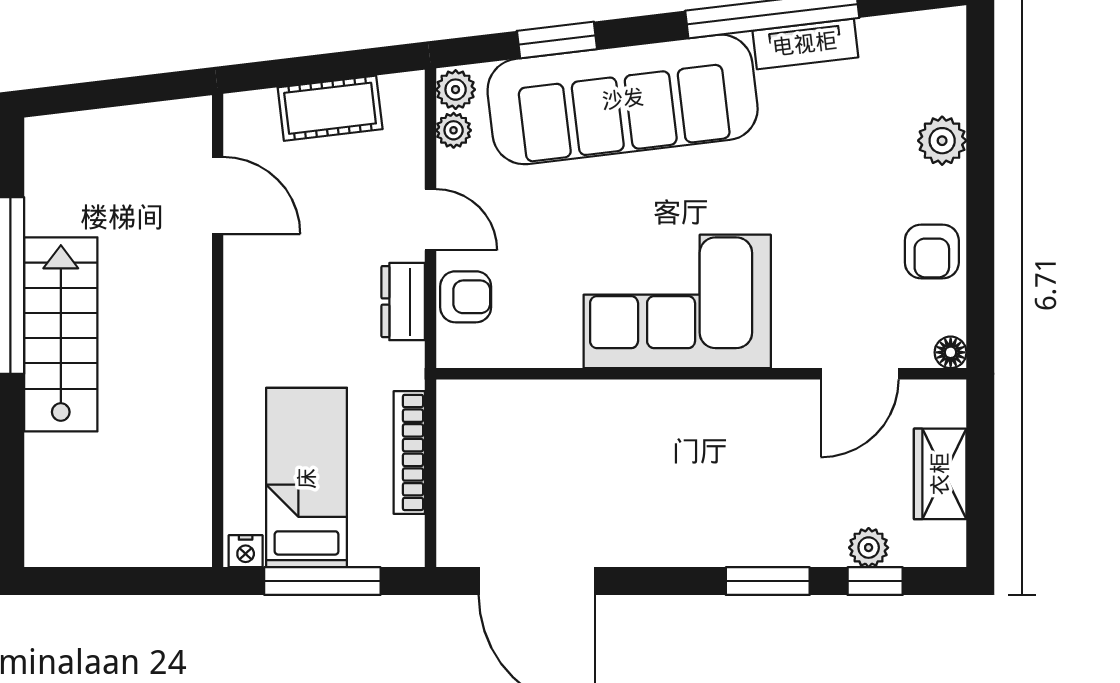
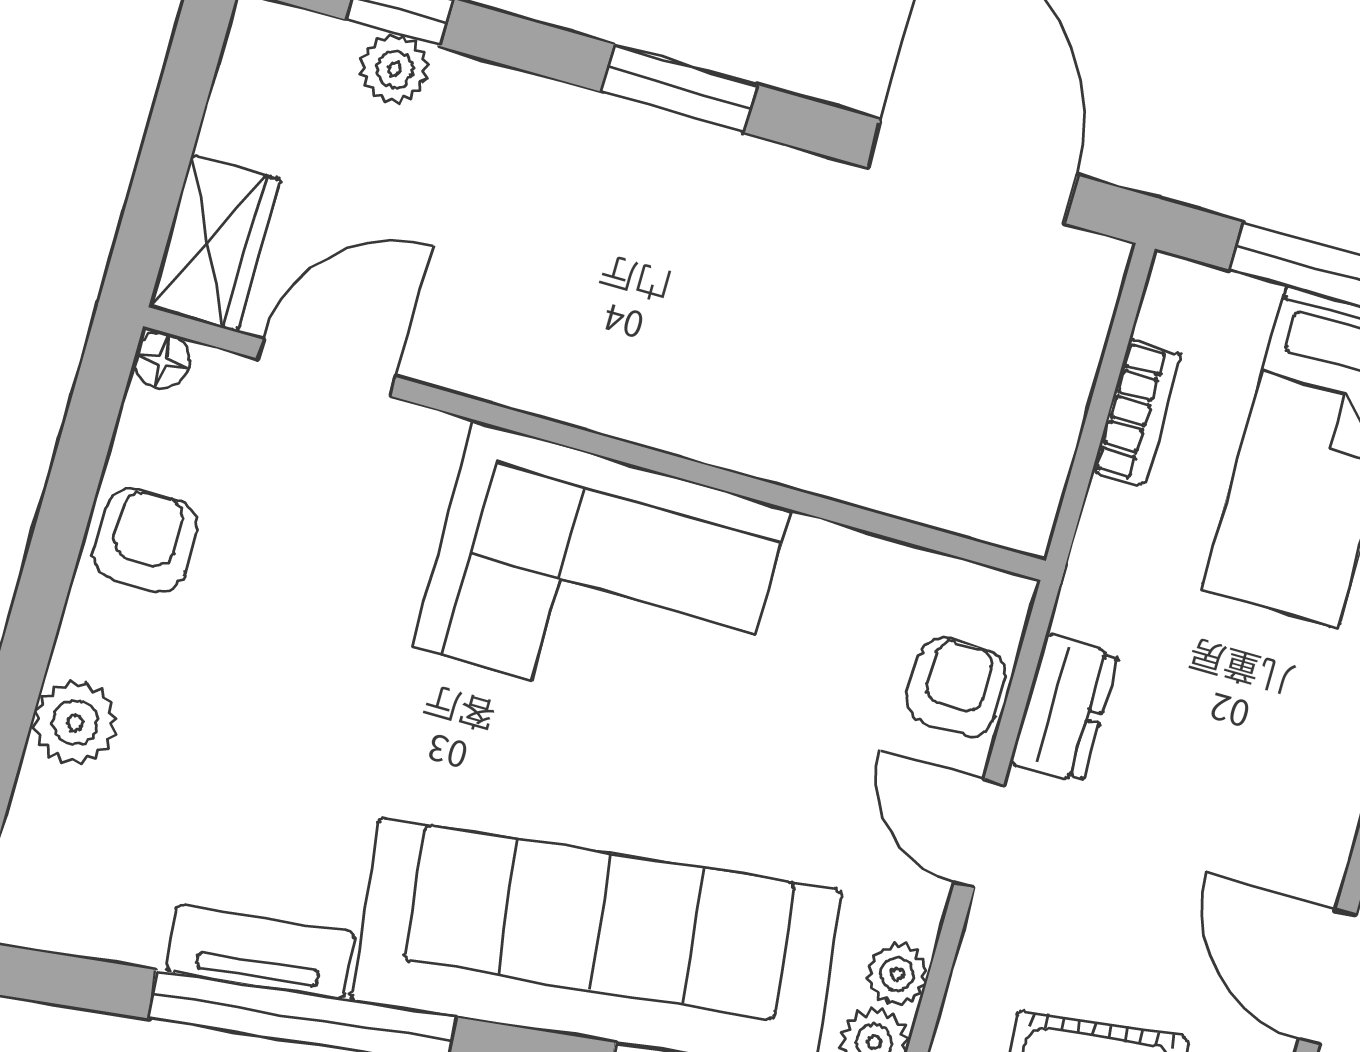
armchair: (466, 297) -> (956, 687), turned 90
bookcase: (409, 452) -> (1137, 413), width x0.64
wardrobe: (940, 474) -> (214, 243), moved
window: (768, 581) -> (679, 88), moved

